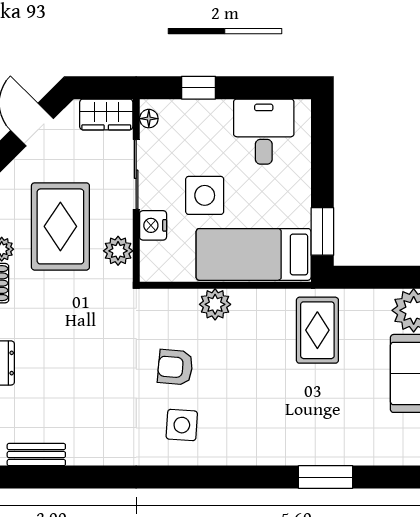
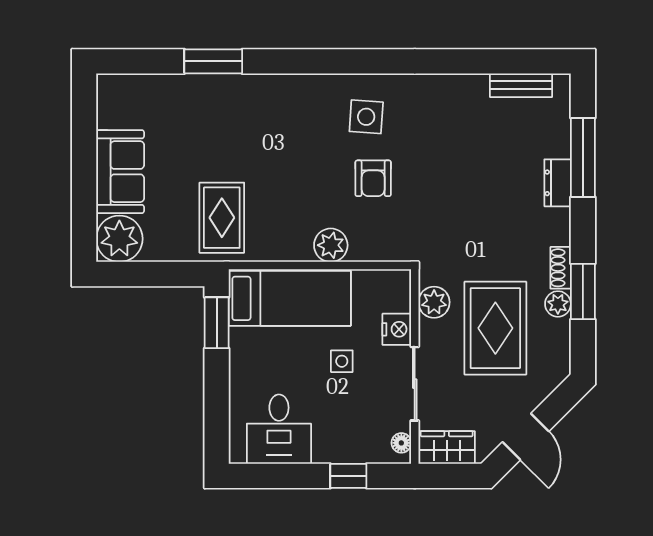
side table: (205, 195) -> (342, 361), width x0.54, depth x0.54
armchair: (175, 367) -> (373, 178), turned 85

